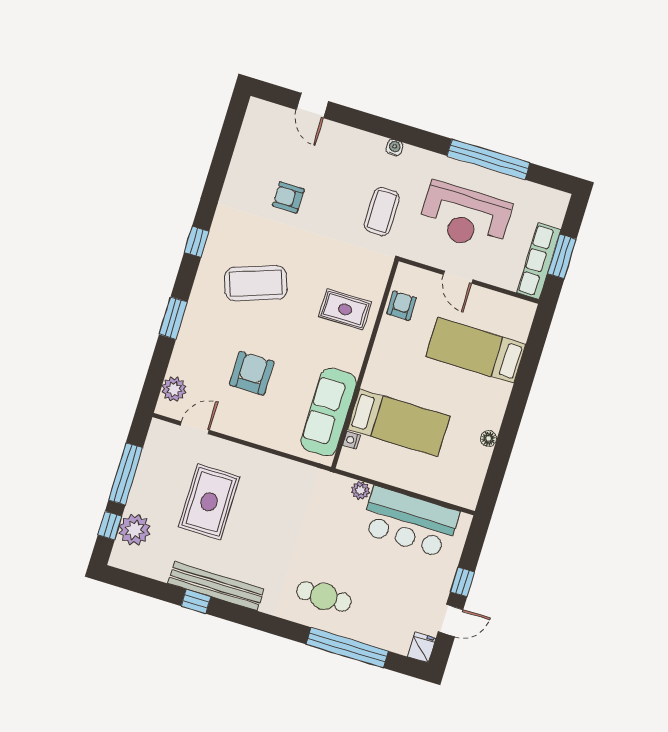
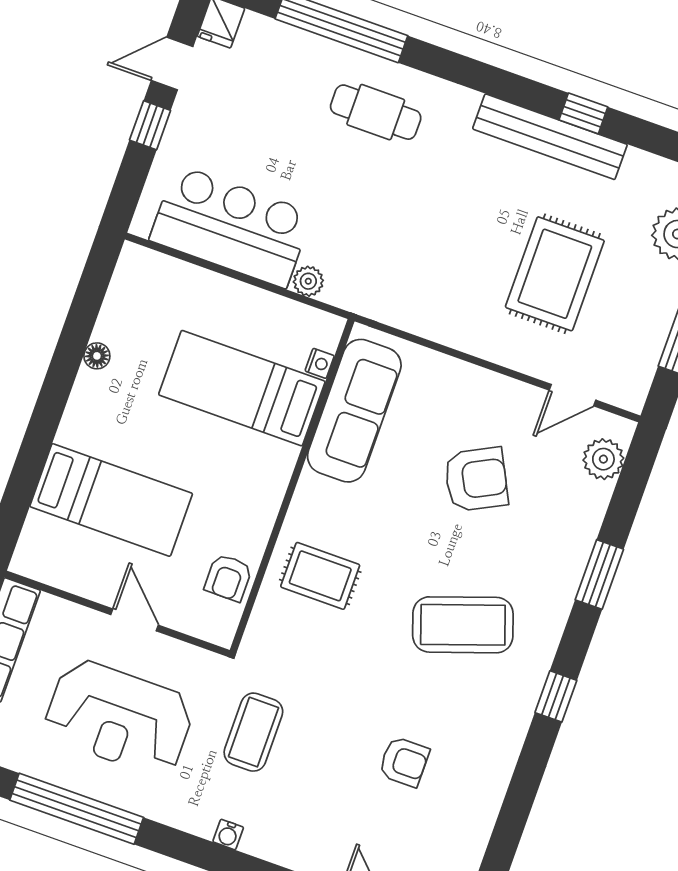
reception desk: (465, 217) -> (119, 718), turned 180
armchair: (252, 373) -> (476, 479), turned -117

